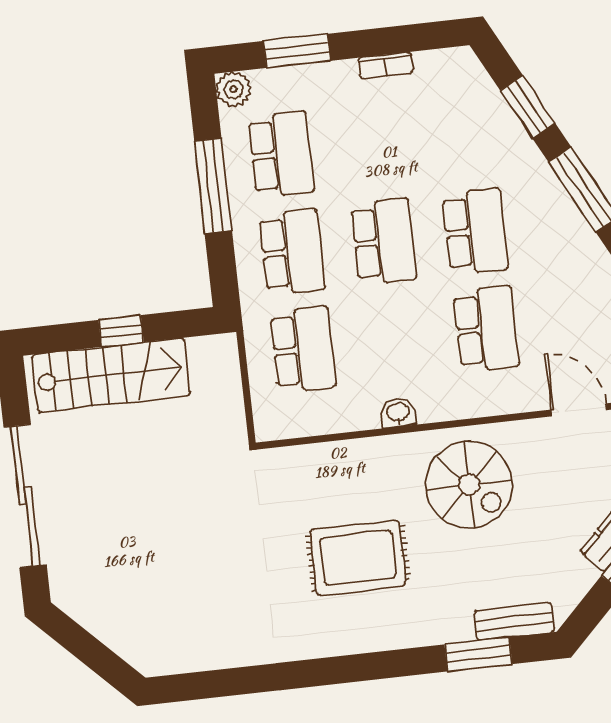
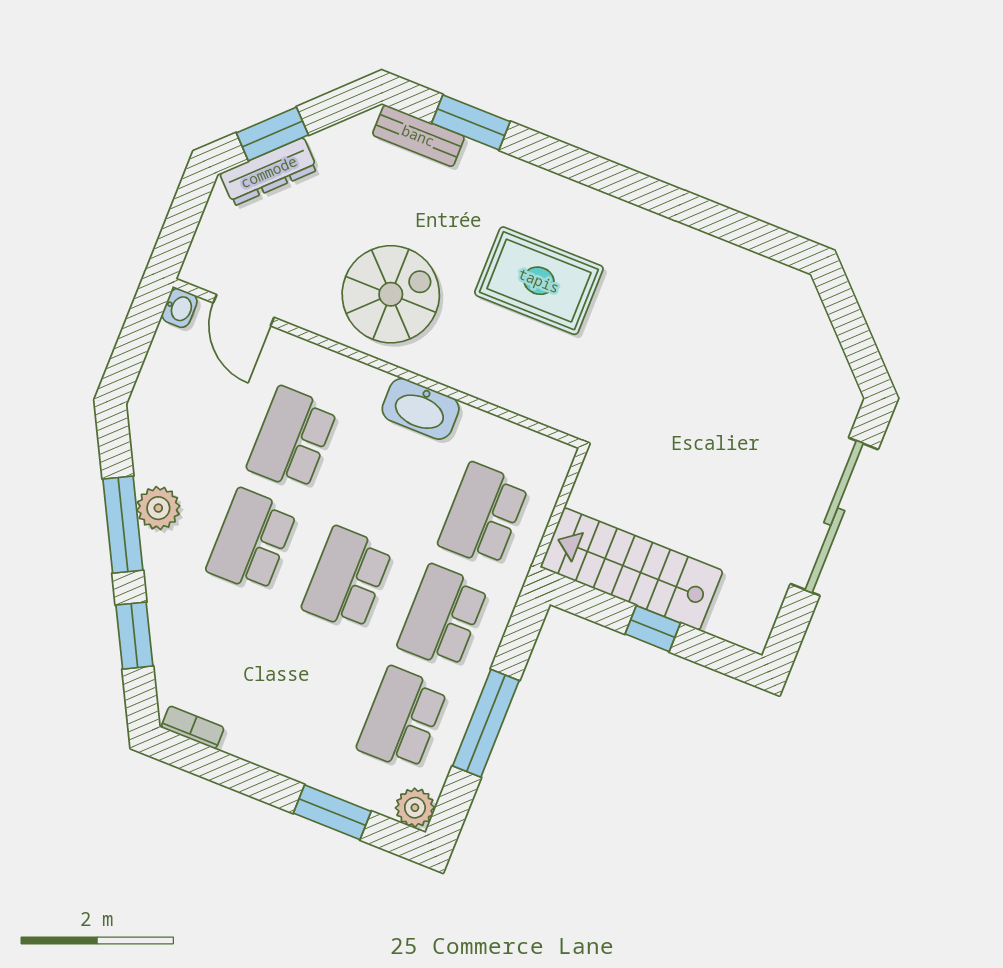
bookcase: (385, 65) -> (193, 727), moved
plant: (563, 218) -> (158, 508), added
stairs: (111, 375) -> (632, 569), moved
washbasin: (398, 413) -> (421, 409), width x1.91, depth x1.45
spiral stairs: (469, 485) -> (391, 294), turned 90

